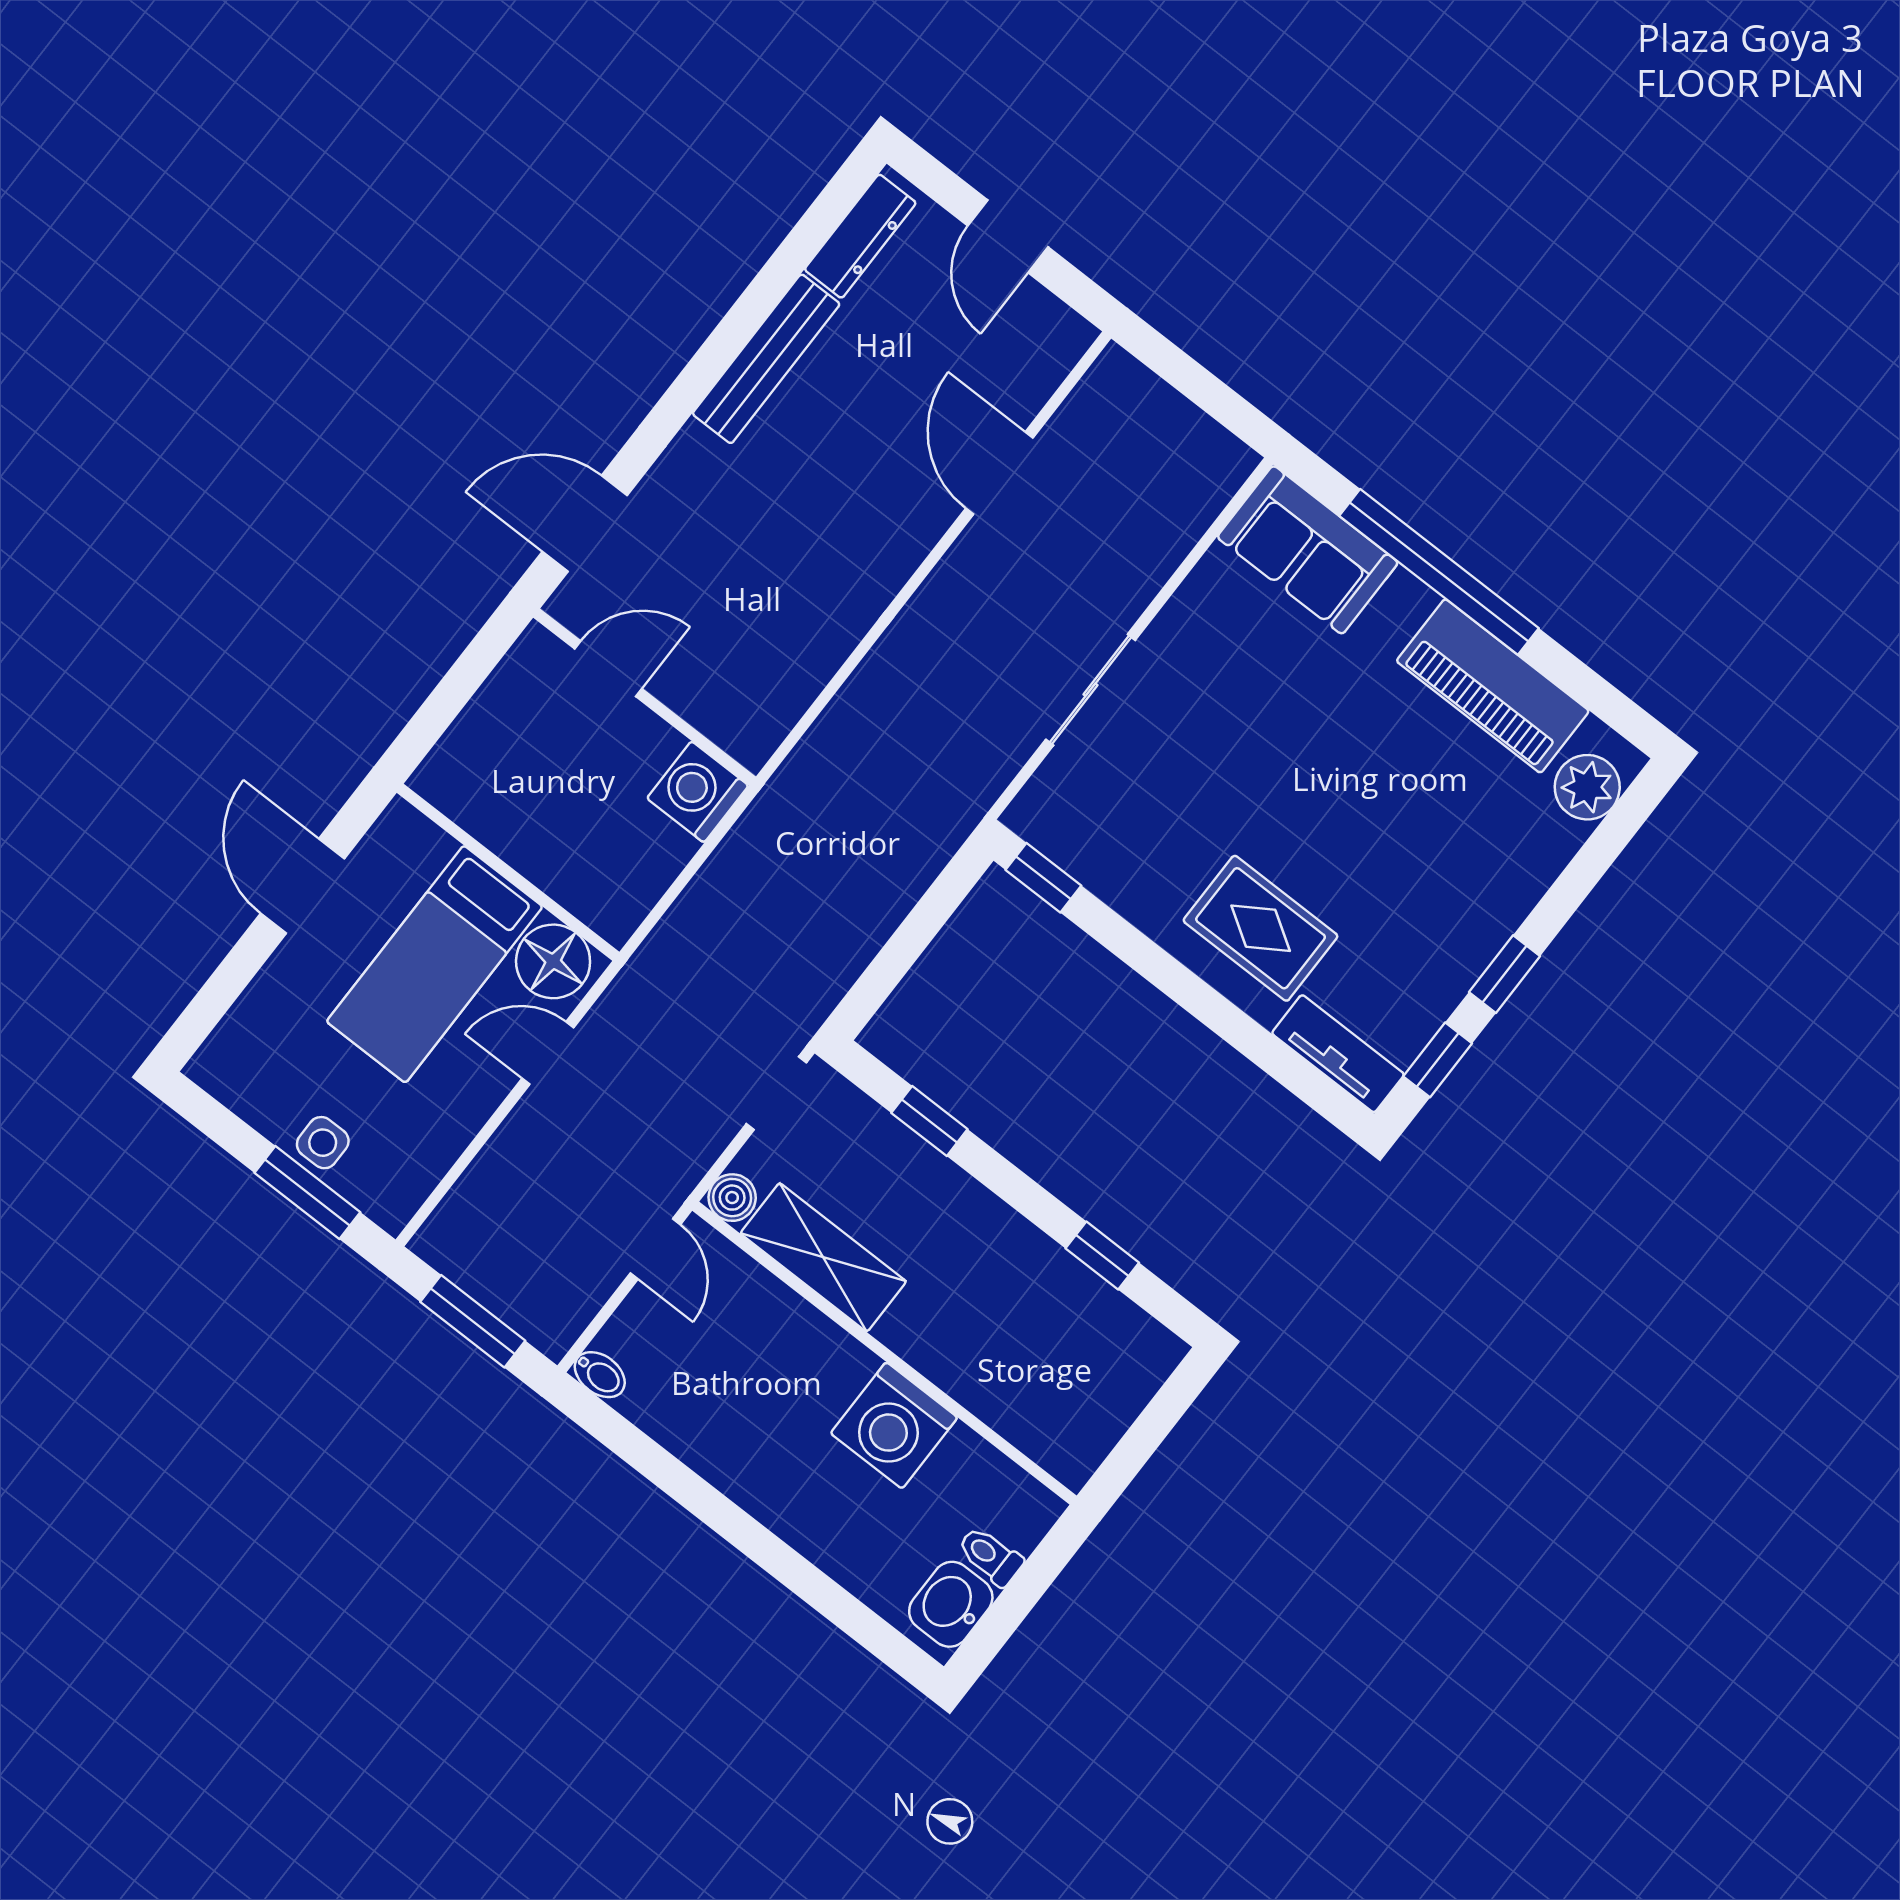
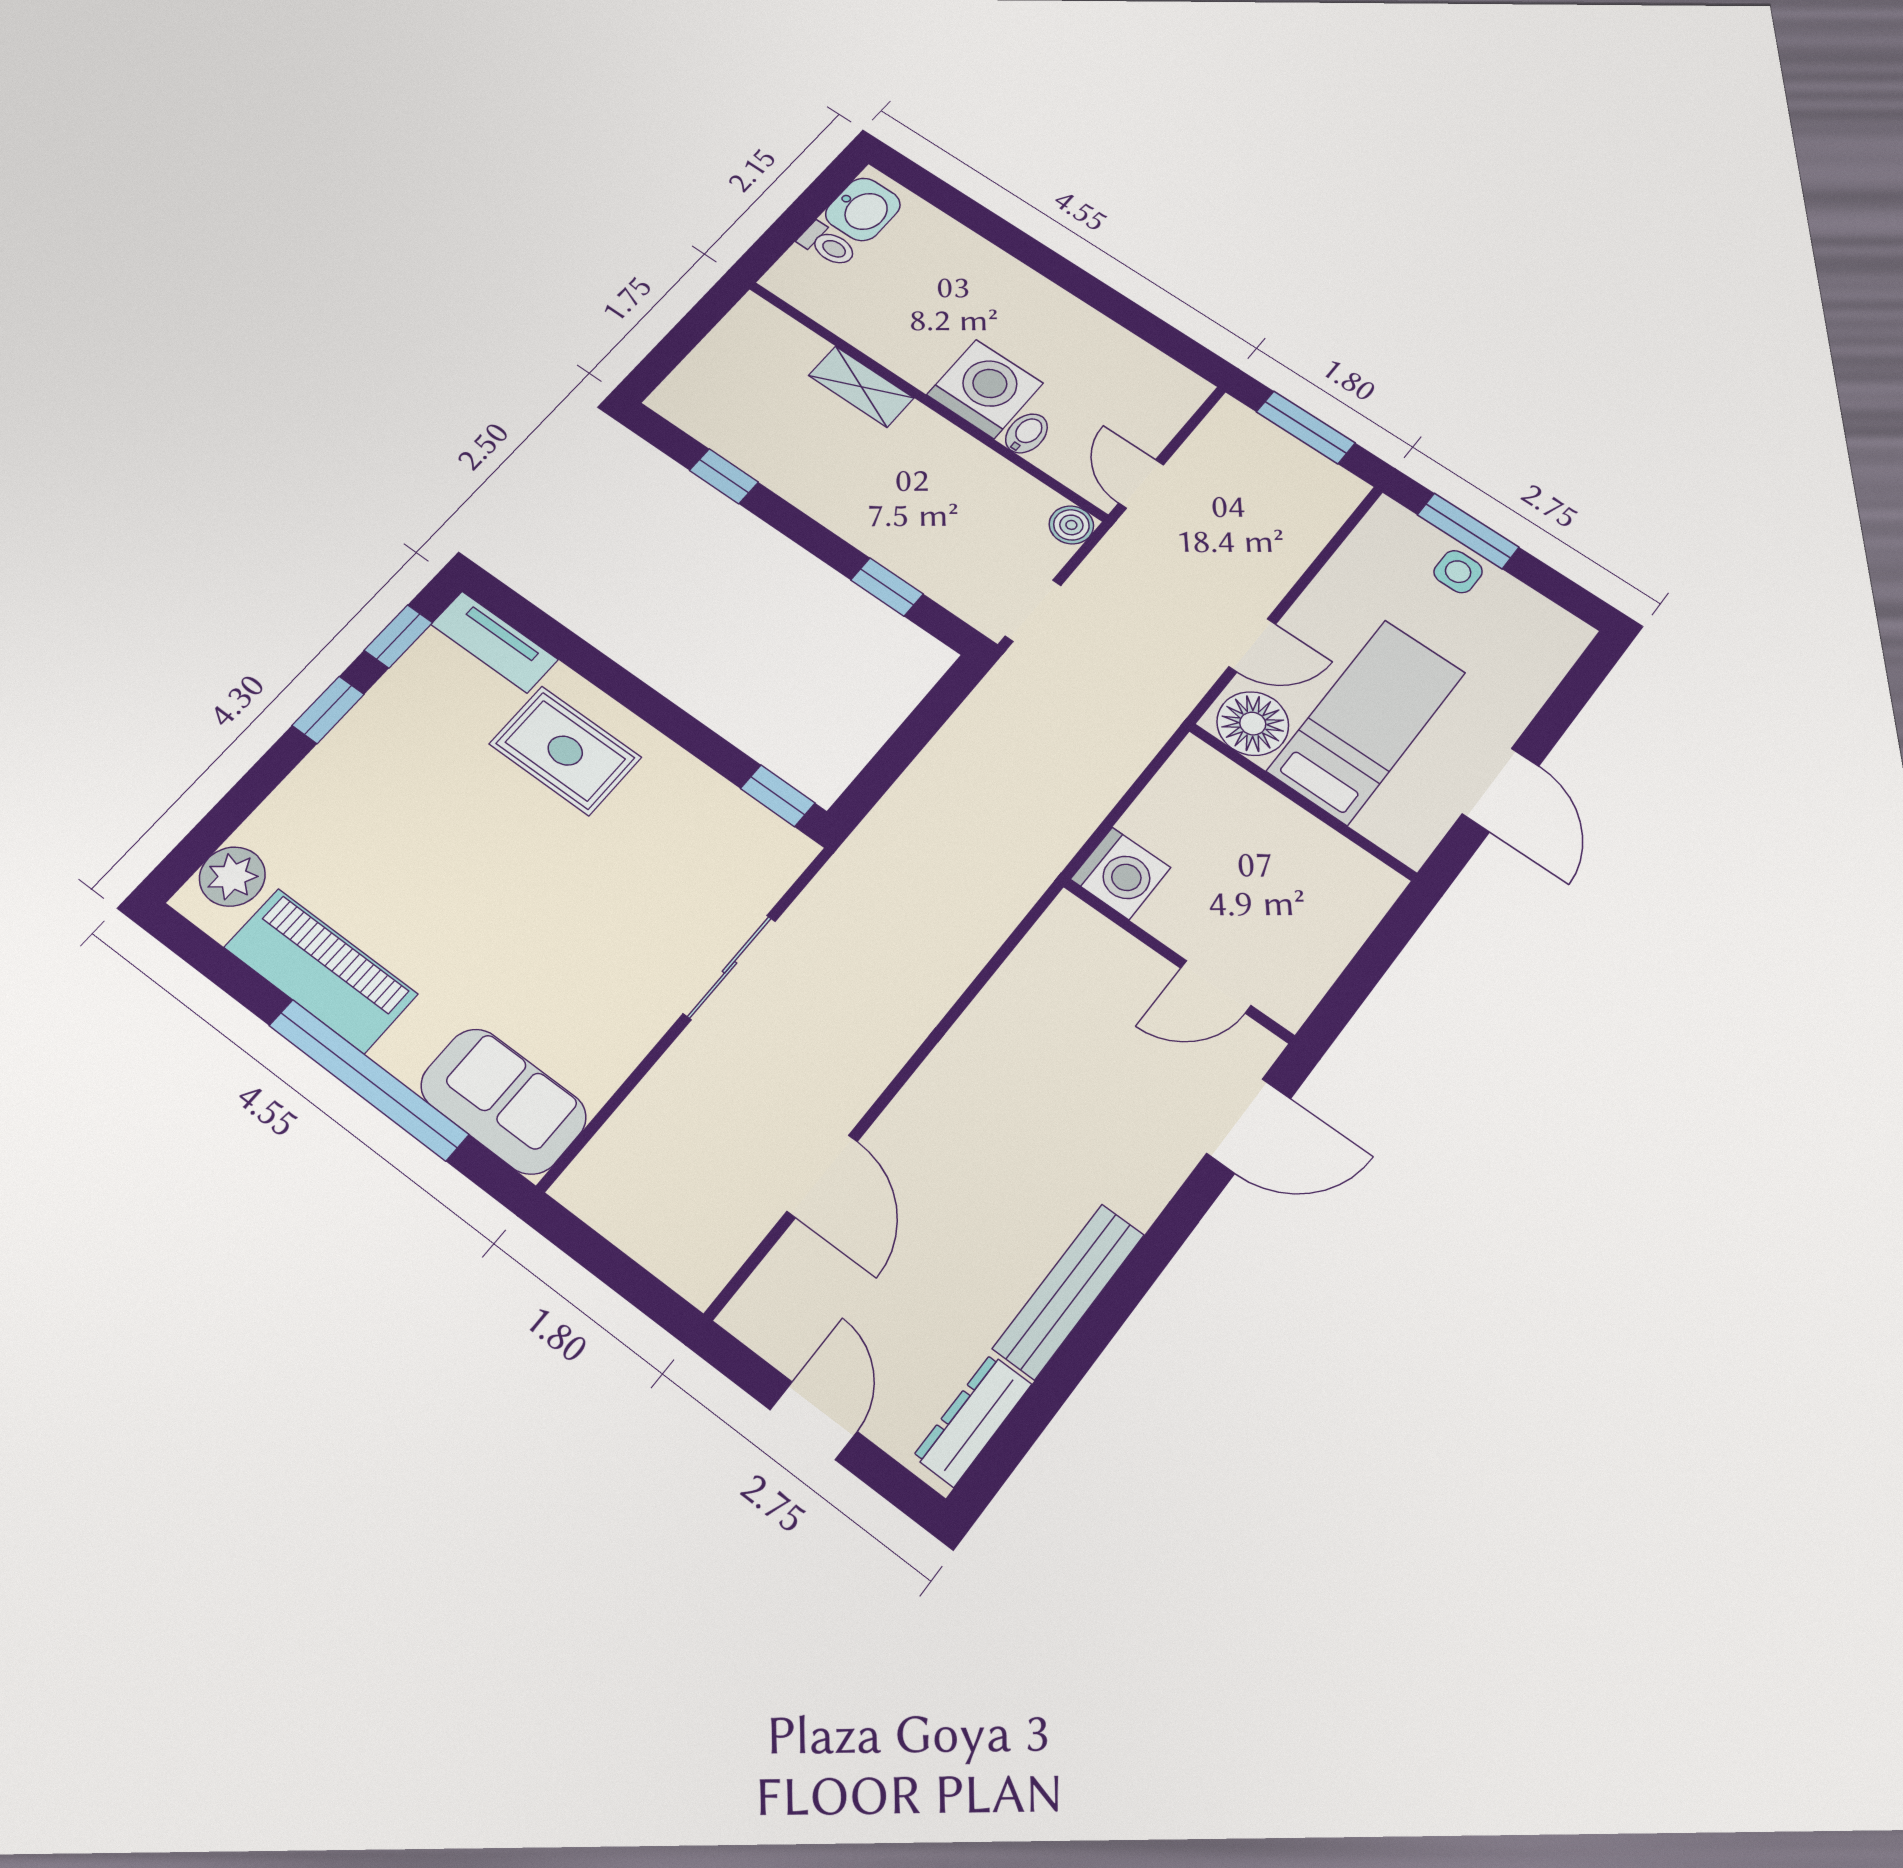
shelving: (823, 1257) -> (861, 387), moved, width x0.67, depth x0.75
bidet: (600, 1375) -> (1026, 433), moved, turned 90
washing machine: (894, 1425) -> (985, 389), moved

